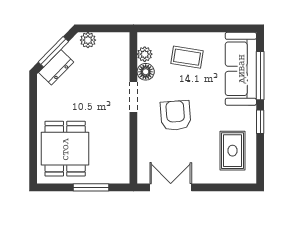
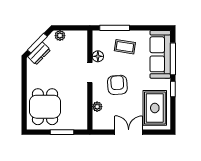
window: (171, 28) -> (115, 28), added
plant: (145, 54) -> (97, 107), moved
rug: (233, 151) -> (155, 108), width x1.36, depth x1.43
double door: (171, 187) -> (129, 132), moved

